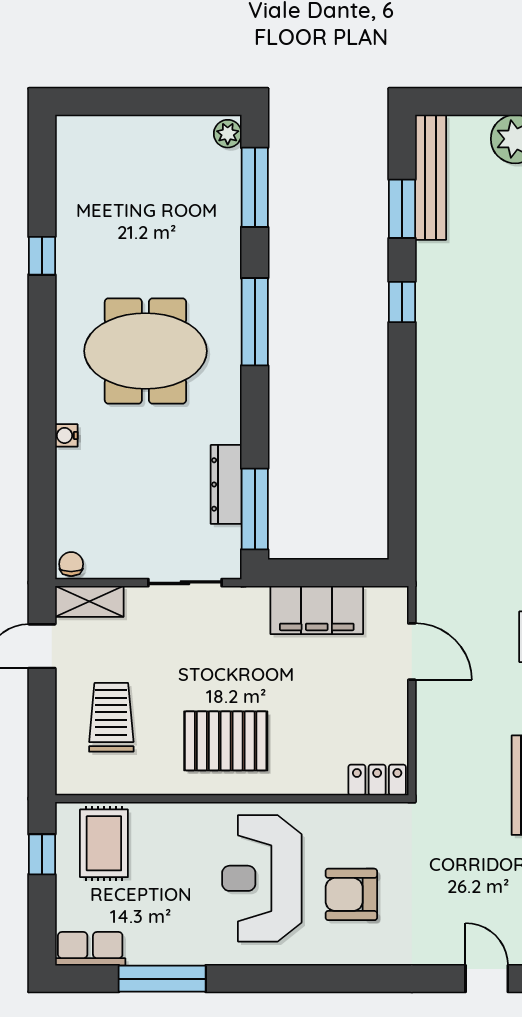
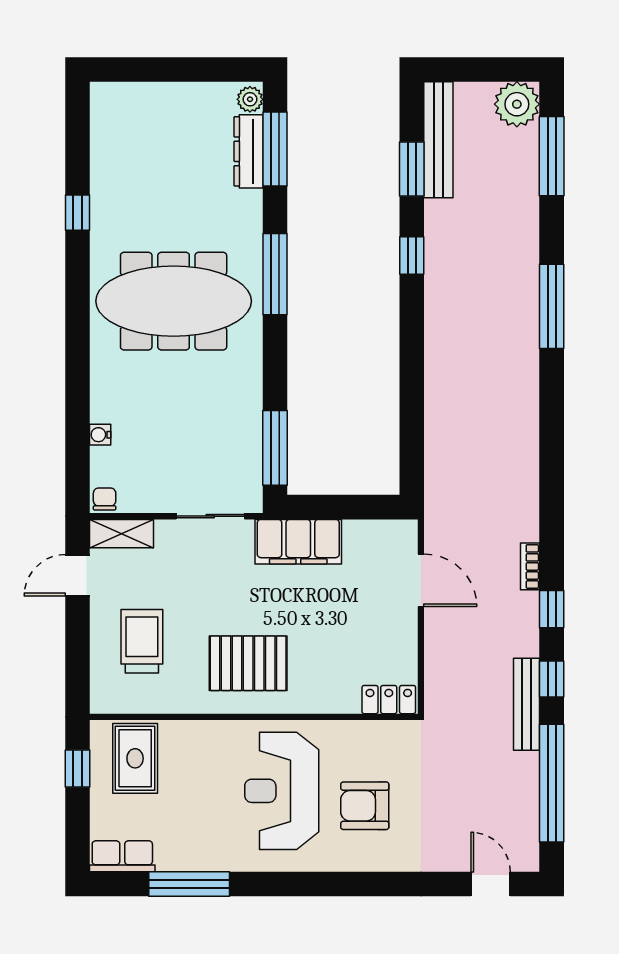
meeting table: (145, 351) -> (174, 301), width x1.36
water cooler: (66, 435) -> (100, 435), moved
dresser: (226, 484) -> (249, 151), moved
filing cabinet: (317, 610) -> (298, 542), moved

